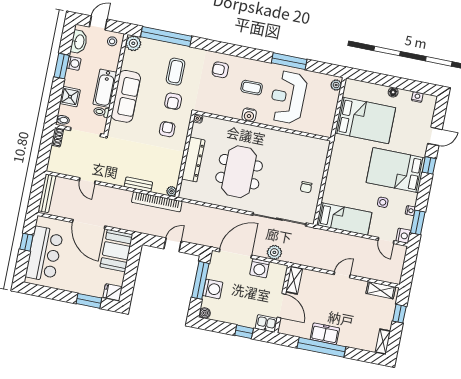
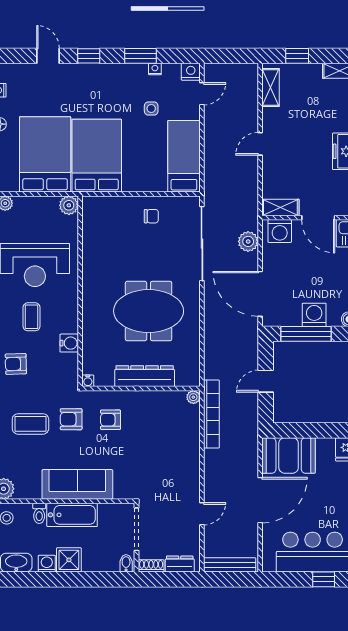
window: (62, 66) -> (54, 579), removed
armchair: (220, 70) -> (16, 364), turned 88
shower: (70, 97) -> (69, 560), moved
armchair: (173, 101) -> (71, 419), turned 180
toilet: (101, 112) -> (39, 513), moved
water cooler: (249, 115) -> (69, 343), moved
plant: (326, 130) -> (69, 205), added
dresser: (55, 158) -> (180, 564), added
bed: (396, 170) -> (97, 156), moved, turned 180
bench: (138, 184) -> (193, 444), removed
window: (418, 222) -> (140, 56), moved
window: (26, 242) -> (324, 579), moved
door: (173, 245) -> (266, 381), hinge flipped
washing machine: (260, 268) -> (280, 231), moved, turned 90
door: (342, 275) -> (260, 144), hinge flipped
door: (281, 306) -> (318, 218), swing flipped

